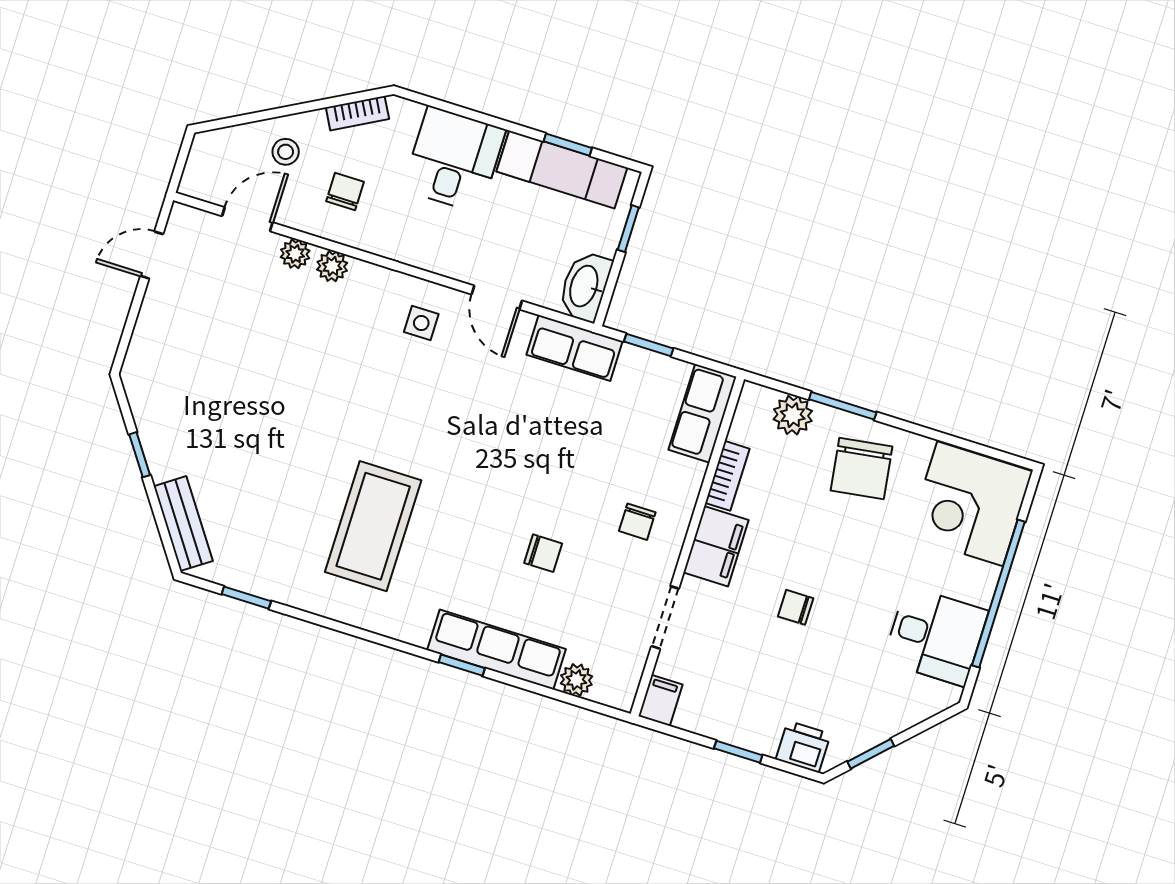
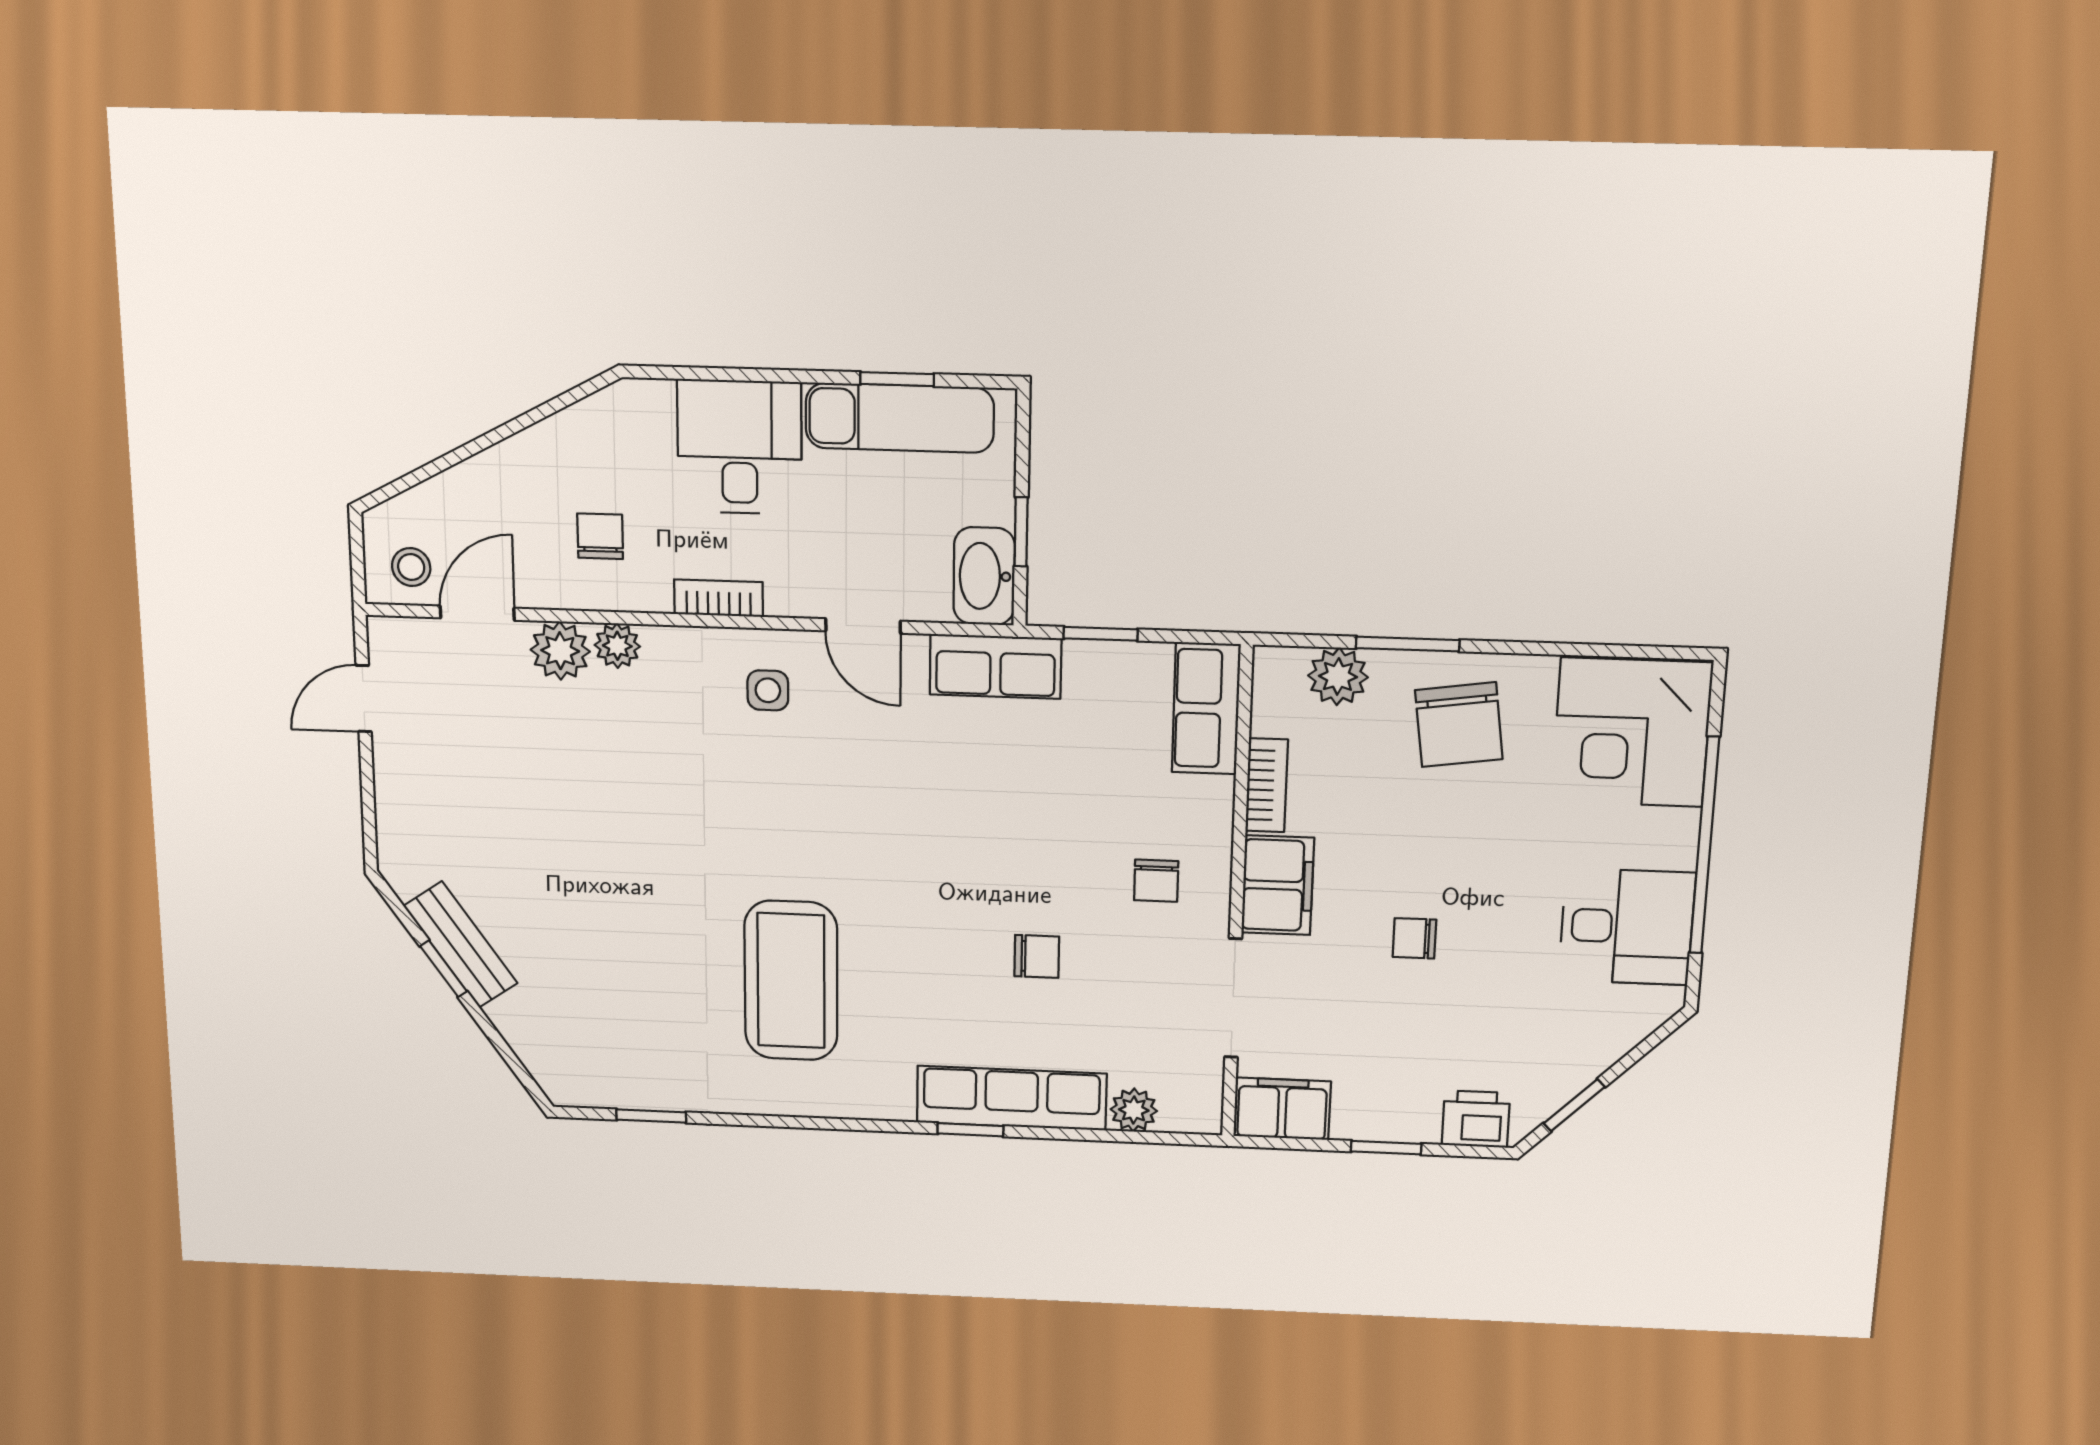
bookcase: (357, 113) -> (719, 598), moved, turned -152
stool: (286, 152) -> (411, 567), moved
window: (628, 229) -> (1021, 532), moved
plant: (295, 254) -> (560, 651), width x1.38, depth x1.38
bench: (183, 524) -> (460, 945), moved
doorway: (665, 617) -> (1233, 998), width x1.38
filing cabinet: (661, 700) -> (1282, 1109), width x2.00

